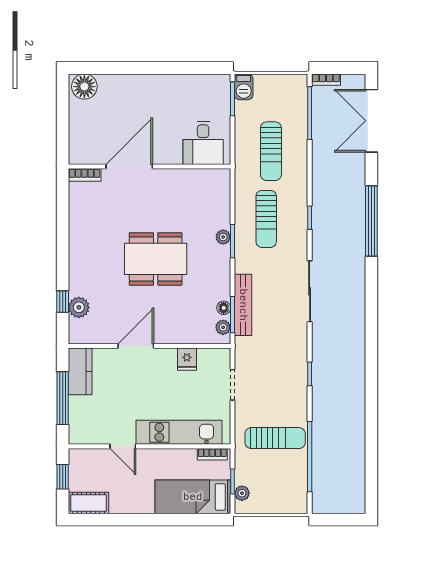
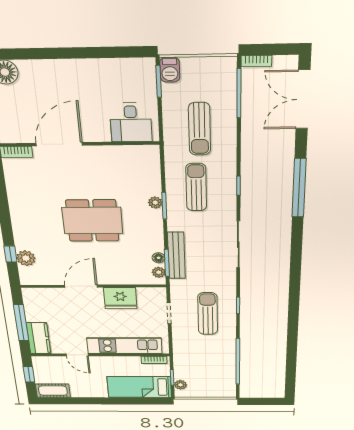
sun lounger: (266, 219) -> (196, 187), turned 180
fridge: (187, 359) -> (120, 298), width x1.88, depth x1.34
kitchen counter: (80, 371) -> (38, 338), moved
sun lounger: (275, 438) -> (208, 314), moved, turned -90

